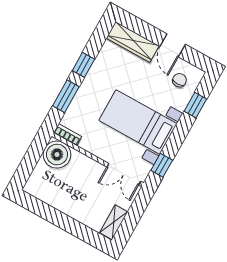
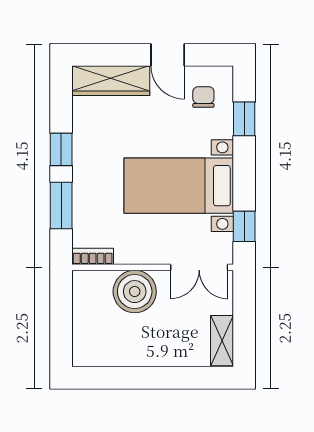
boiler: (57, 155) -> (135, 292), moved

